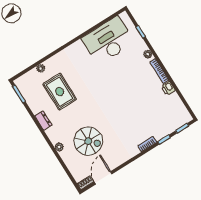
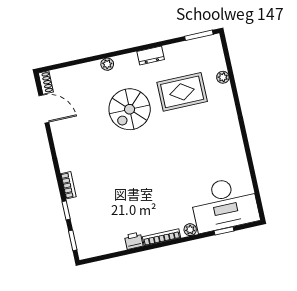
desk: (108, 41) -> (225, 204), moved, turned 90
spiral stairs: (88, 141) -> (130, 109), moved

